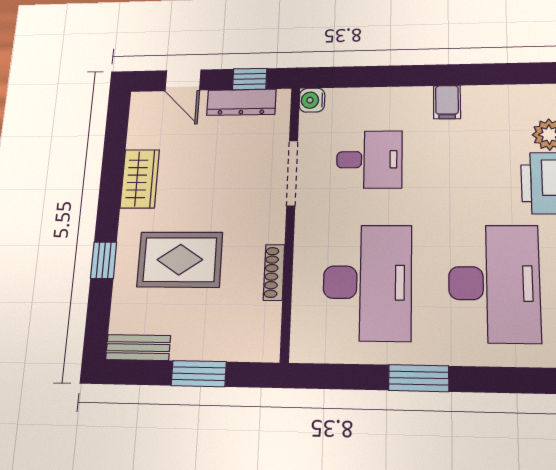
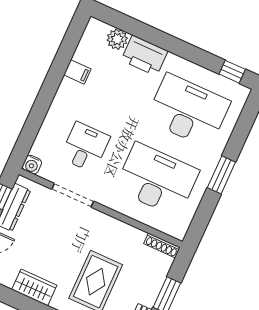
filing cabinet: (447, 102) -> (77, 72), moved
shoe rack: (274, 272) -> (162, 245), moved

